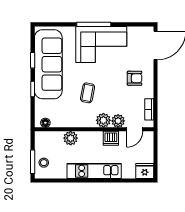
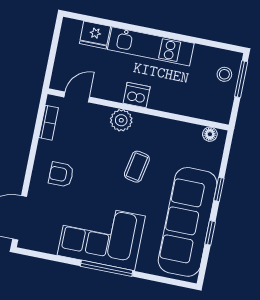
plant: (118, 121) -> (99, 115), removed
plant: (71, 138) -> (176, 103), removed
dishwasher: (111, 138) -> (137, 95), moved
fridge: (145, 171) -> (95, 35), moved

